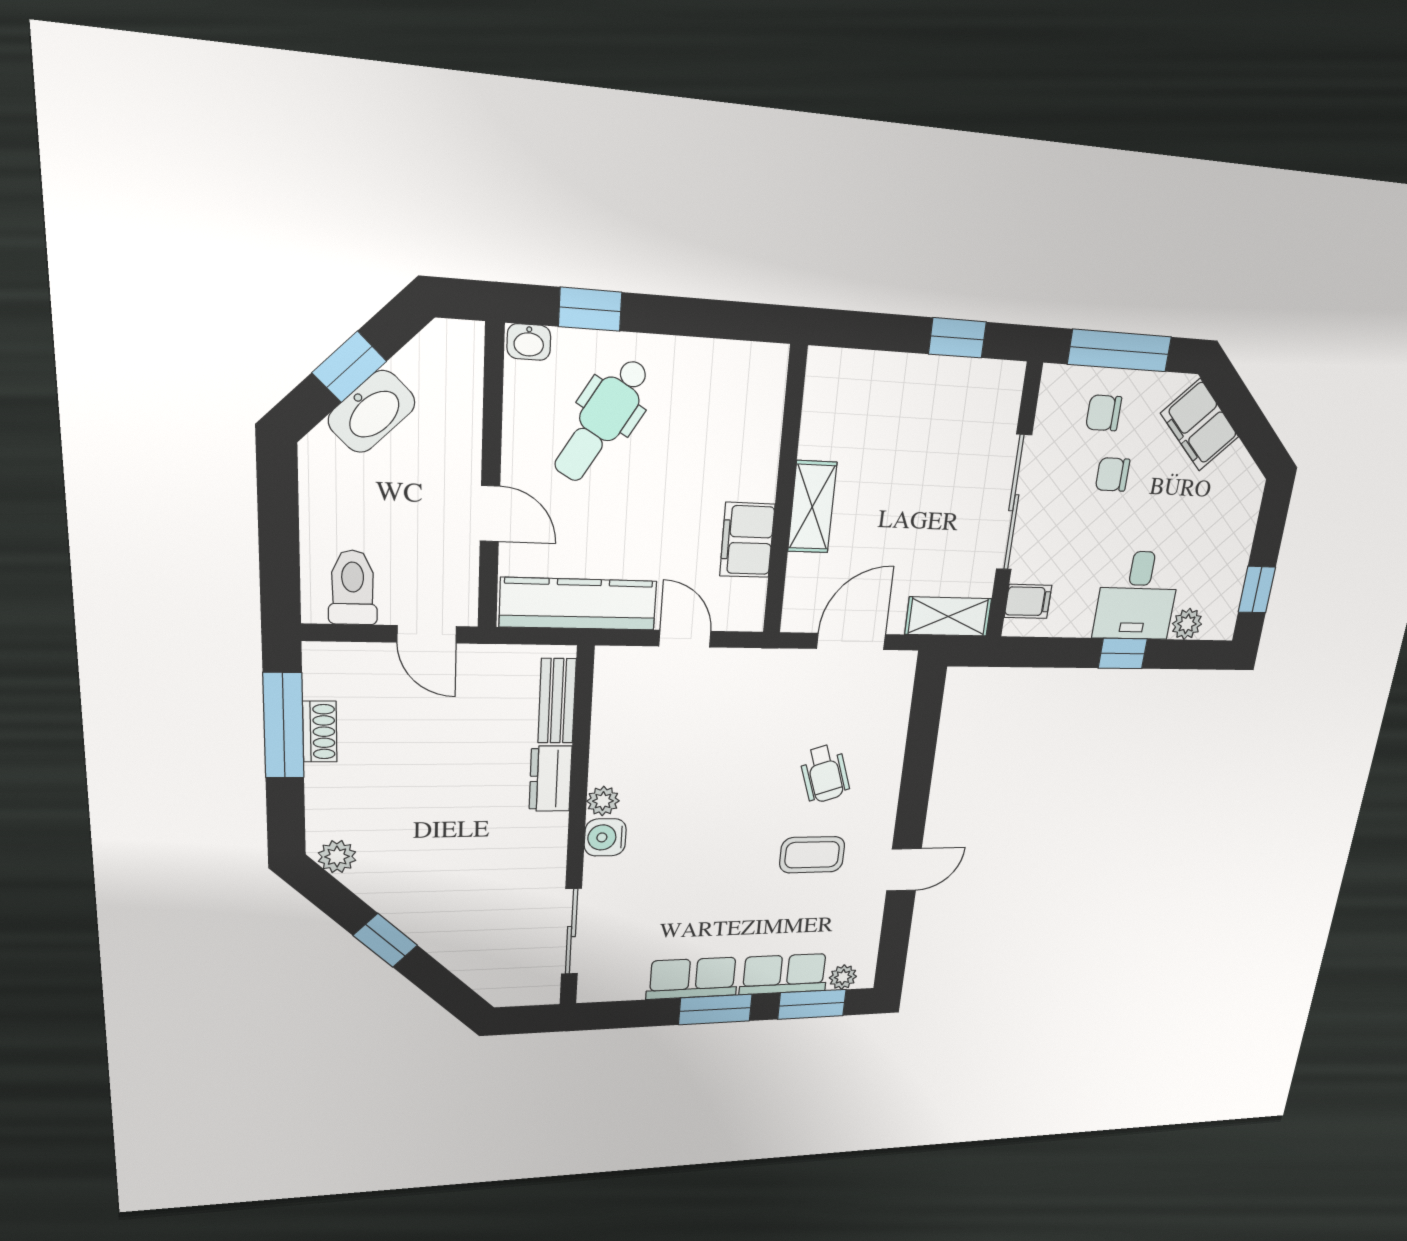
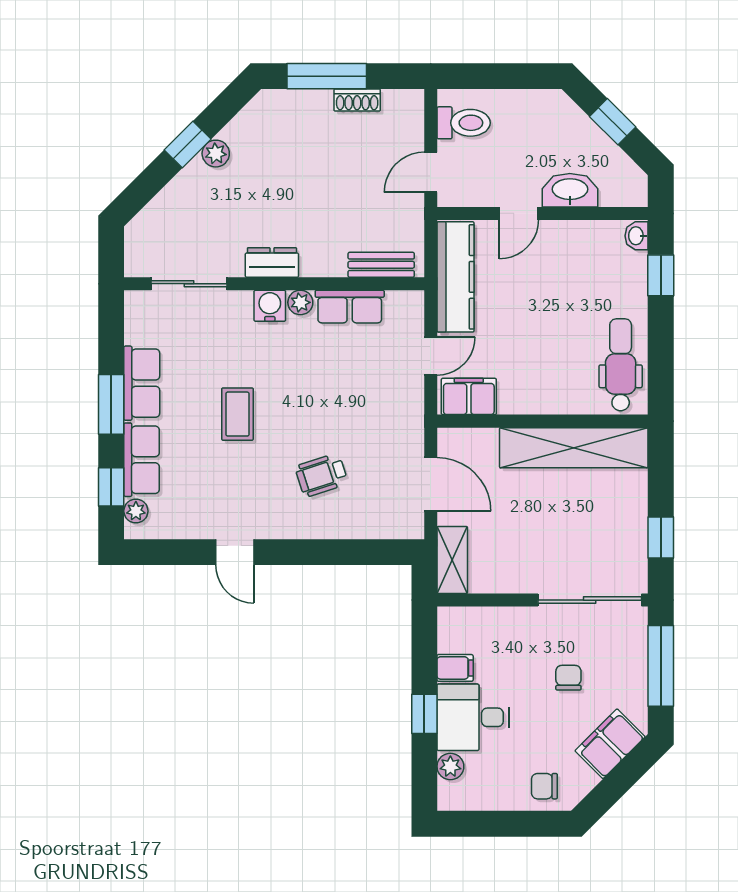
washbasin: (372, 412) -> (570, 190), moved, turned 135
chair: (1104, 413) -> (544, 786), moved, turned -90
dental chair: (602, 420) -> (621, 365), moved, turned 59
sliding door: (1014, 503) -> (590, 600), moved
shelving: (812, 507) -> (574, 448), width x2.20, depth x1.33
filing cabinet: (747, 540) -> (469, 396), moved
window: (1257, 590) -> (481, 824), removed
filing cabinet: (1028, 601) -> (455, 668), moved, turned -90
window: (284, 726) -> (327, 76), moved
row of seats: (612, 741) -> (350, 307), added
dresser: (550, 779) -> (272, 262), moved
coffee table: (812, 855) -> (237, 414), moved
plant: (337, 857) -> (216, 154), moved
window: (812, 1004) -> (111, 487), width x0.67

